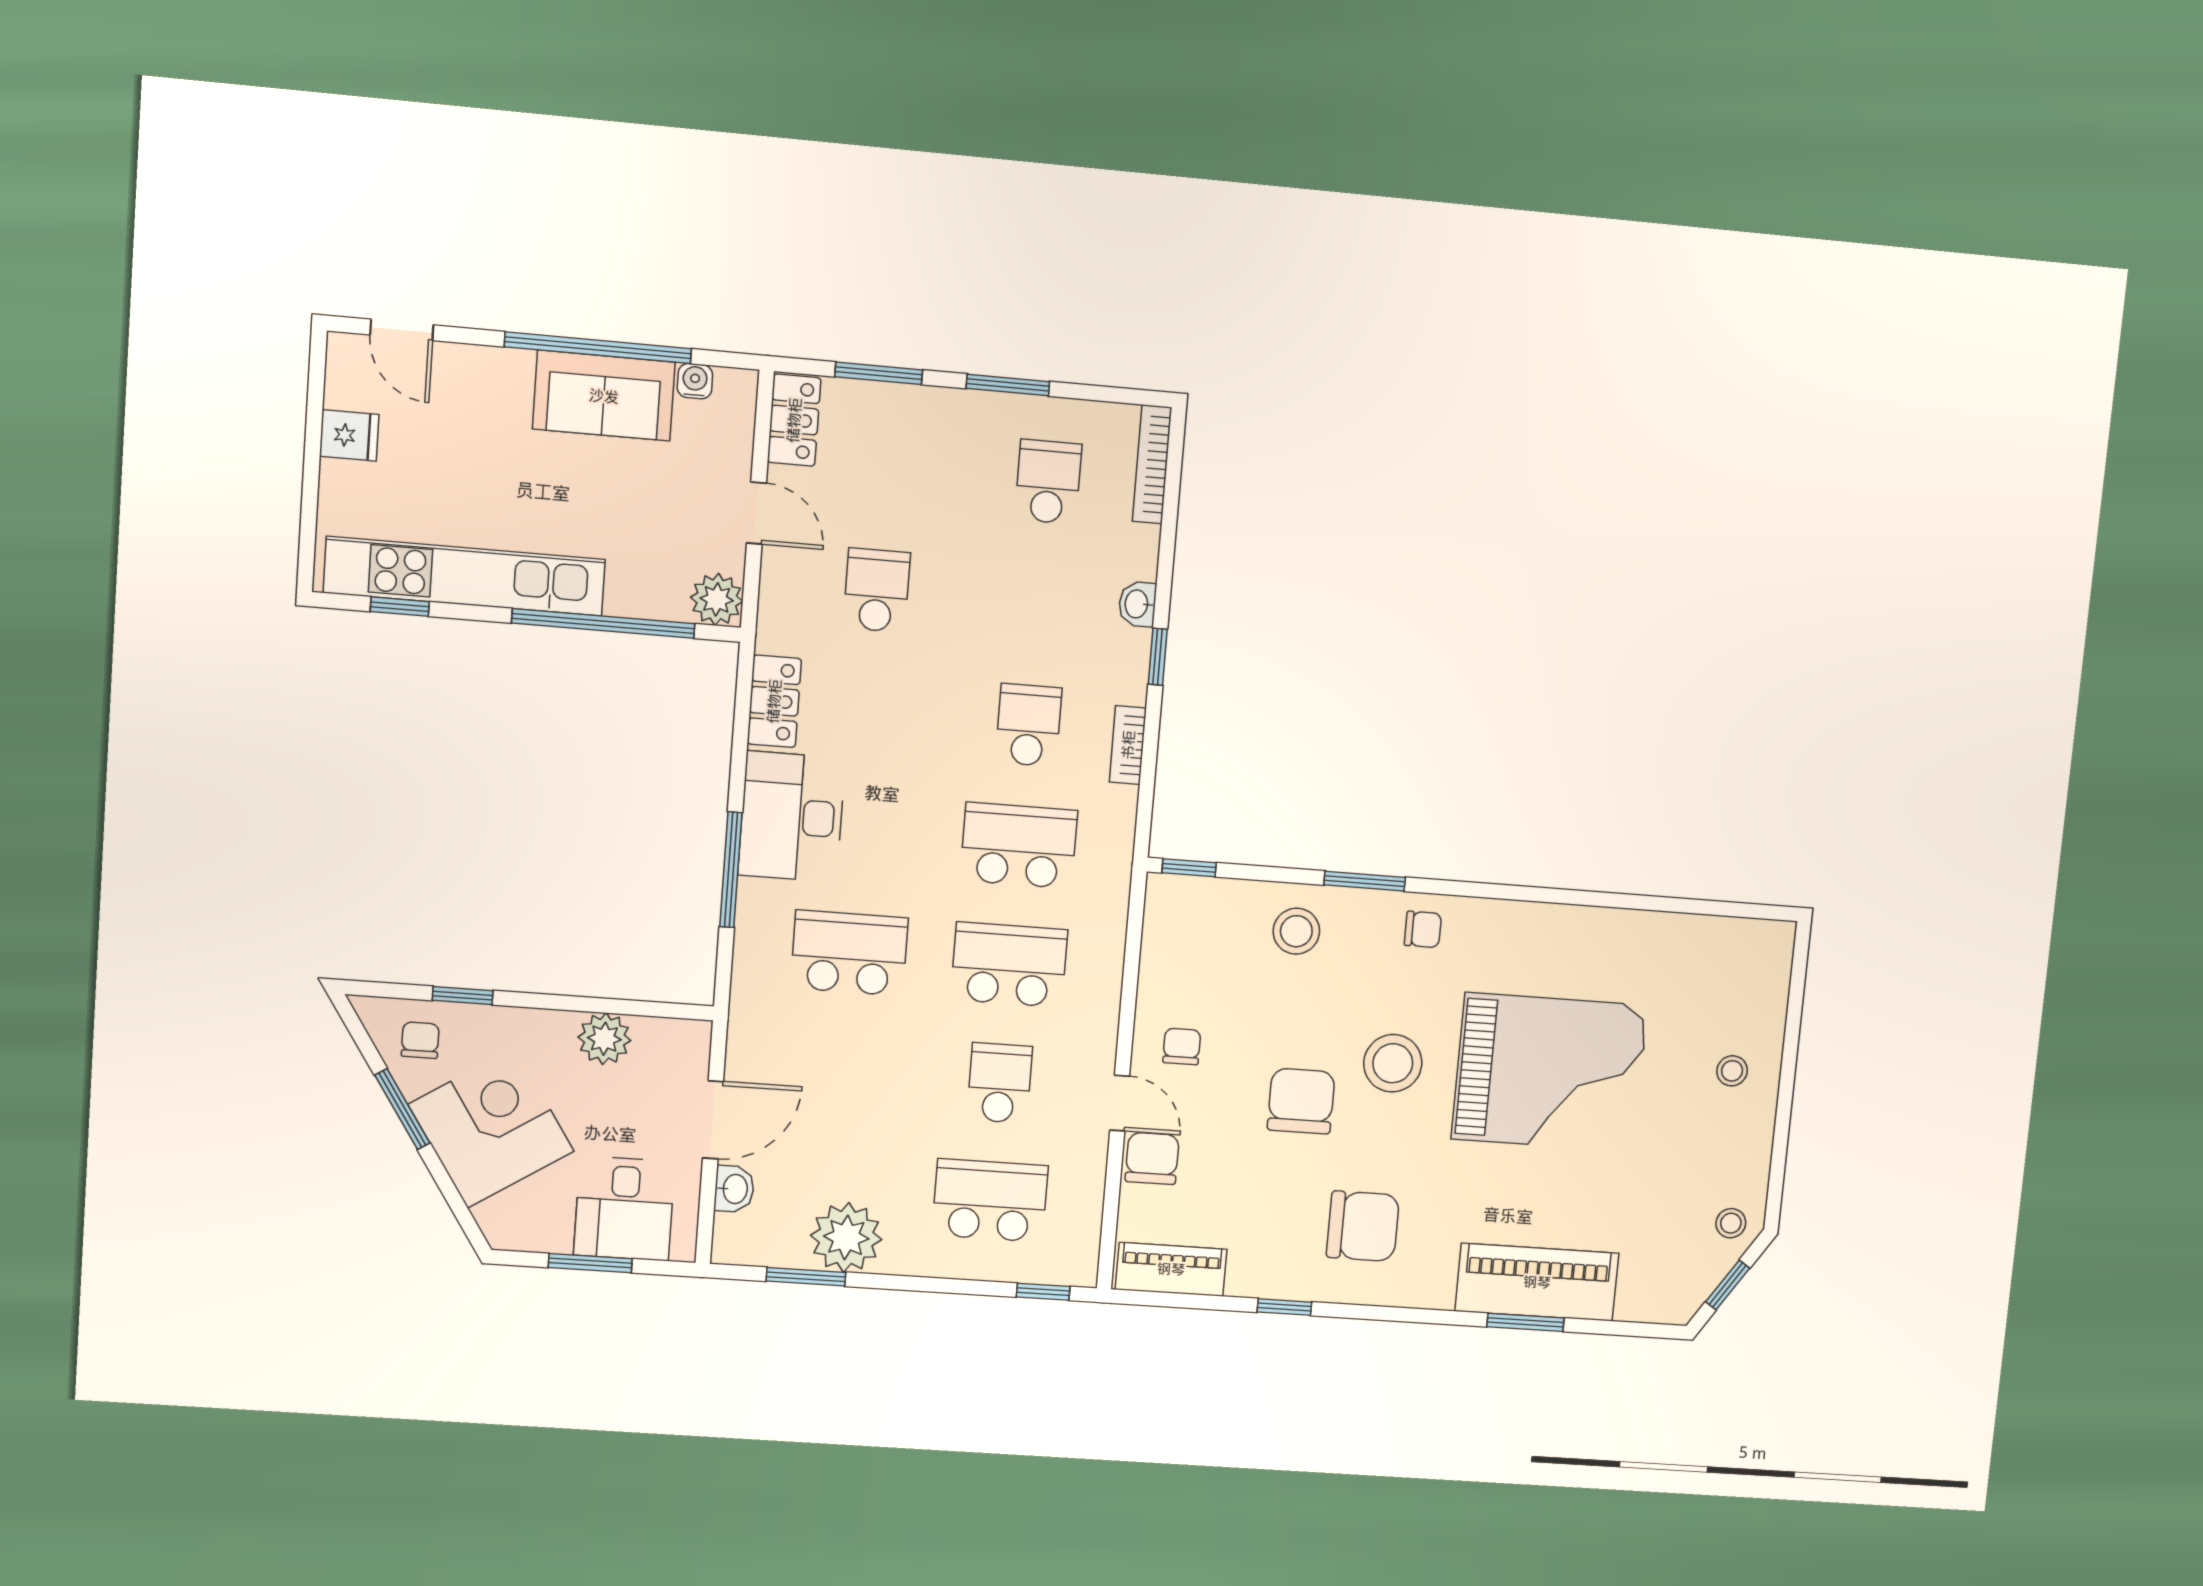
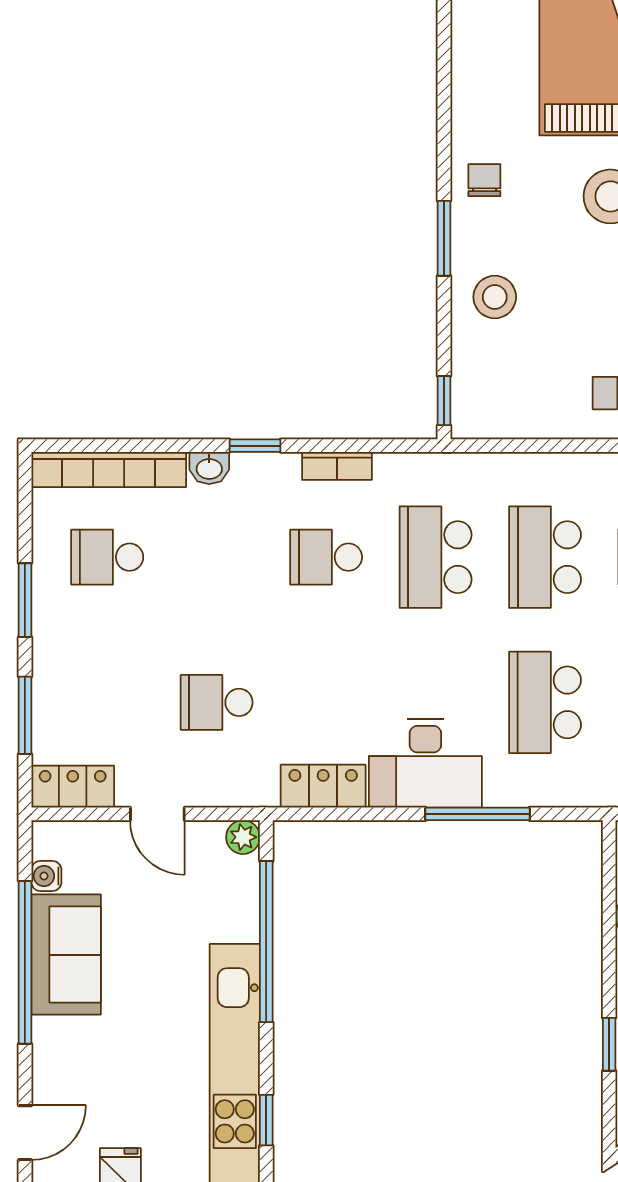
bookcase: (1152, 464) -> (109, 470), width x1.48, depth x1.31
door: (756, 513) -> (157, 814), swing flipped
plant: (717, 599) -> (243, 837), width x0.73, depth x0.73

